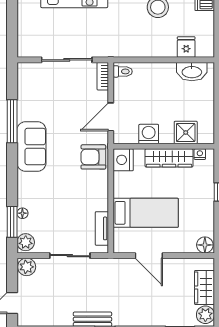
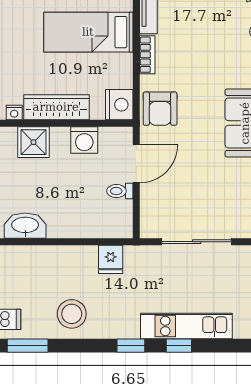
fridge: (186, 47) -> (111, 259), moved
toilet: (123, 71) -> (120, 191), moved
bookcase: (103, 76) -> (147, 55), moved
armchair: (93, 157) -> (160, 109), turned 90

